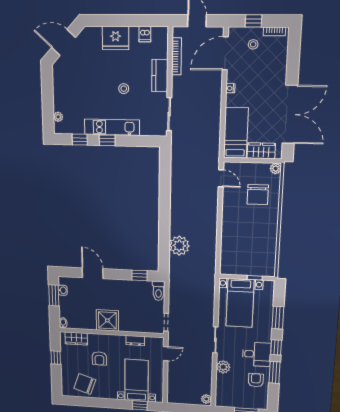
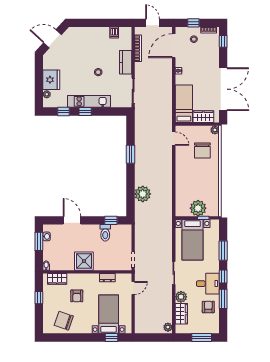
fridge: (116, 38) -> (51, 80), moved, turned -90
window: (294, 48) -> (223, 41), added
window: (165, 196) -> (130, 154), added
plant: (249, 266) -> (198, 208), added
toilet: (159, 291) -> (105, 233), moved
wardrobe: (223, 386) -> (181, 314), added

